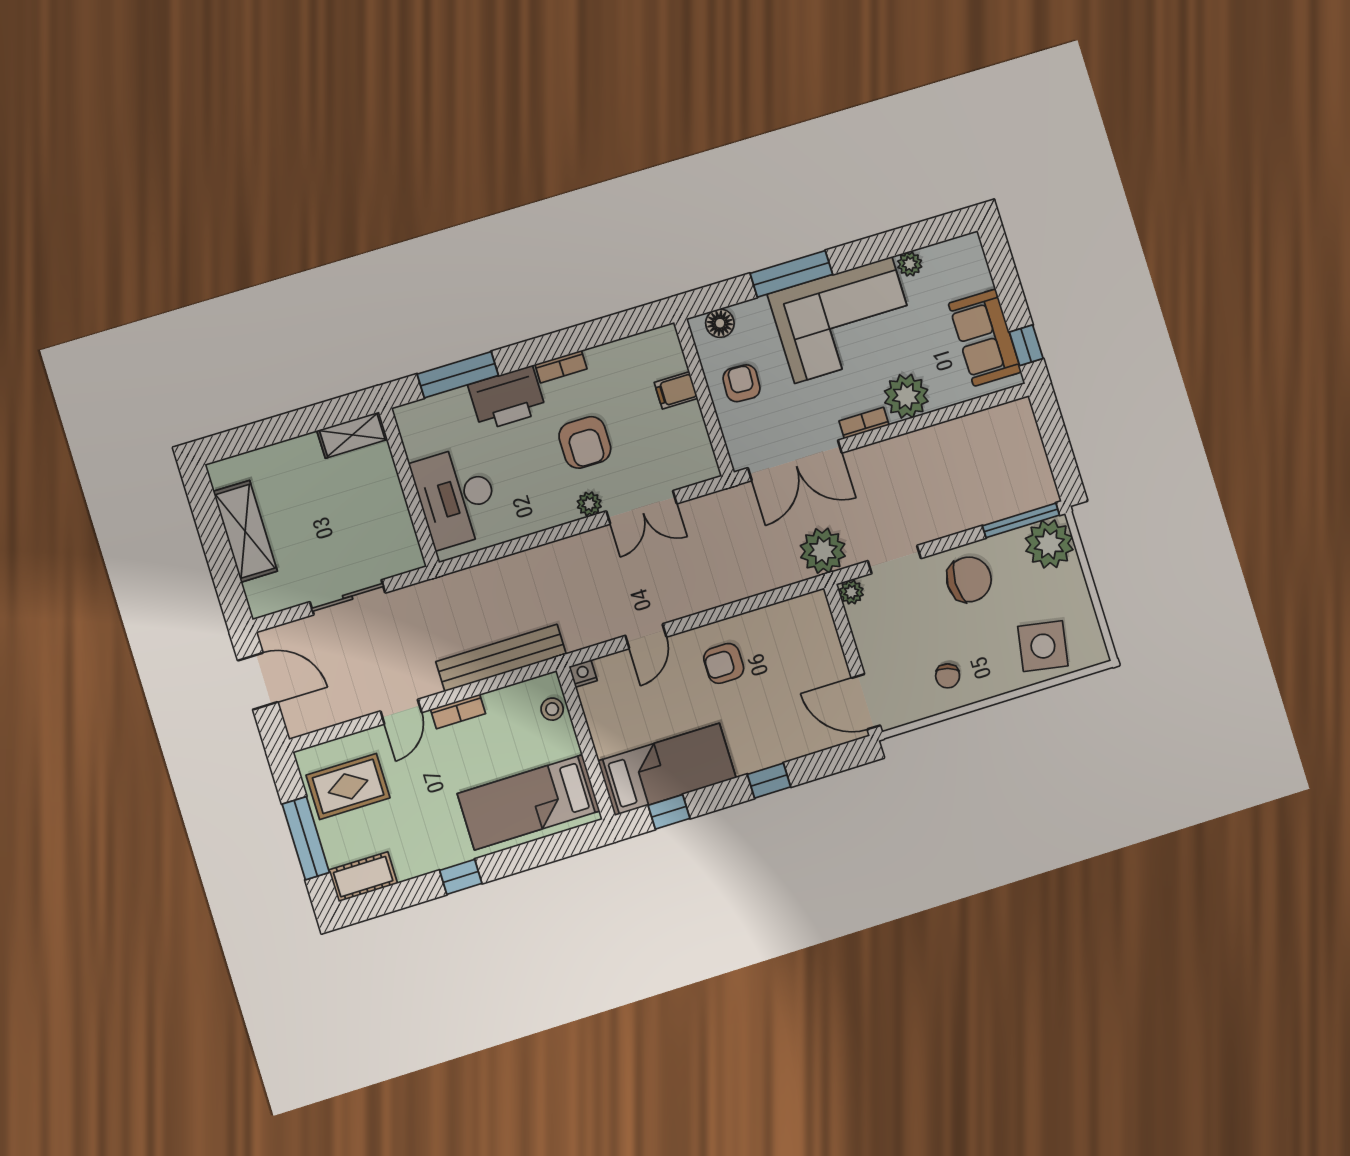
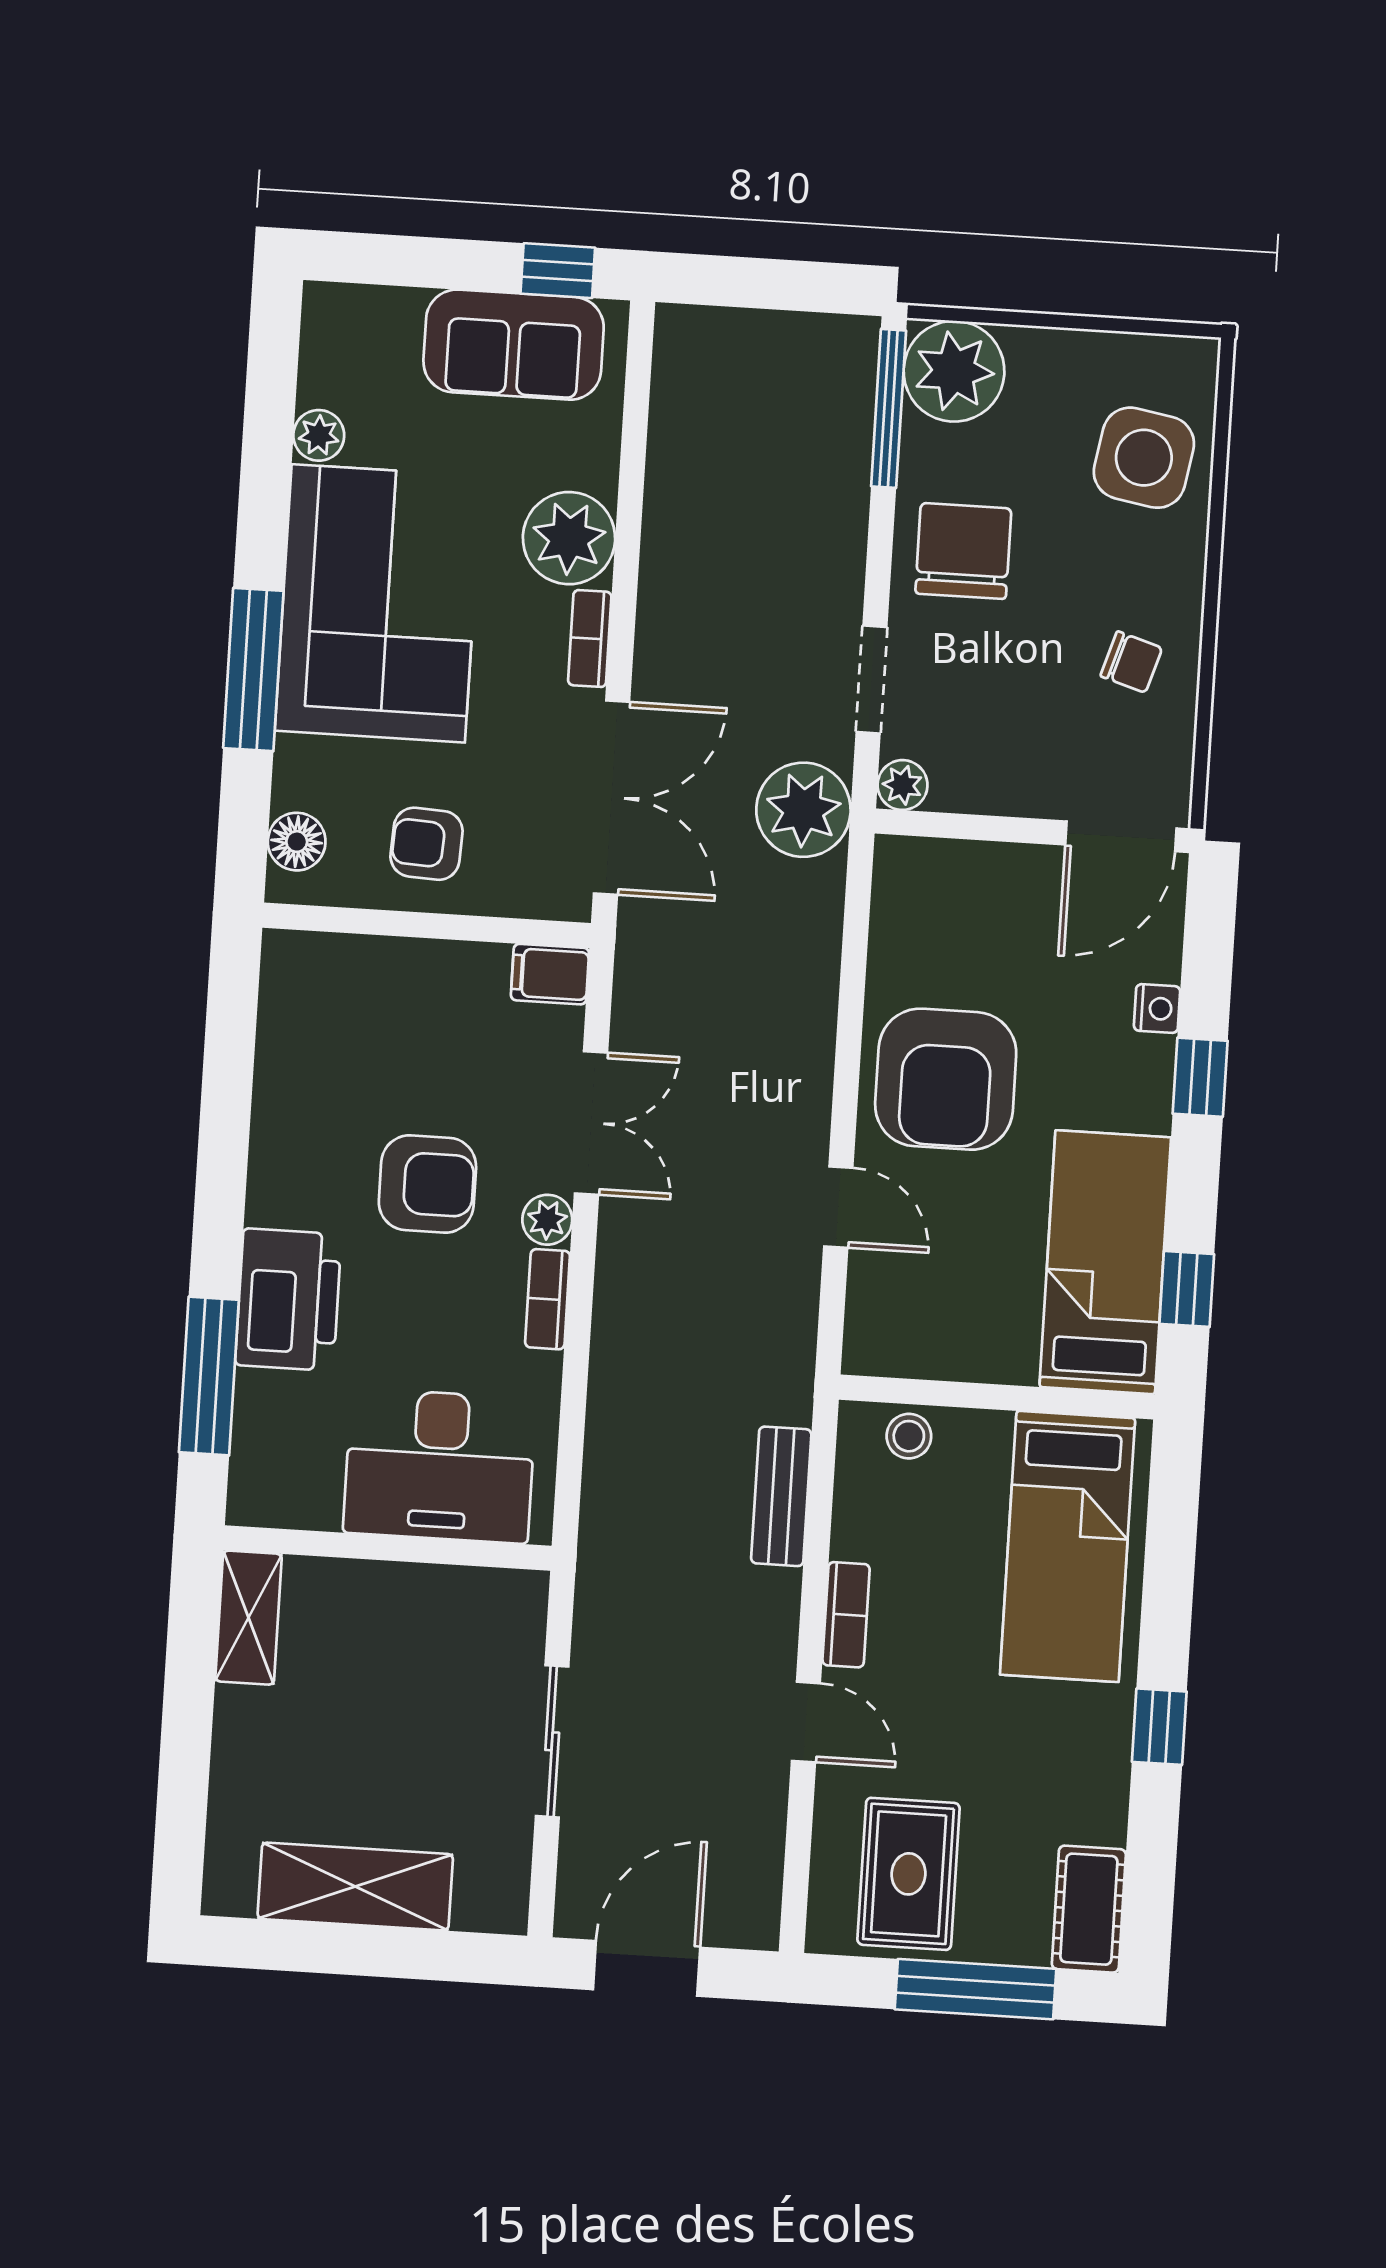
bookcase: (561, 367) -> (548, 1299), moved, turned 180
filing cabinet: (676, 390) -> (550, 974), moved, turned 90
bench: (501, 658) -> (781, 1496), width x0.54, depth x0.82
armchair: (724, 663) -> (946, 1079), width x1.88, depth x1.88
nightstand: (583, 674) -> (1157, 1009), moved, turned 180

